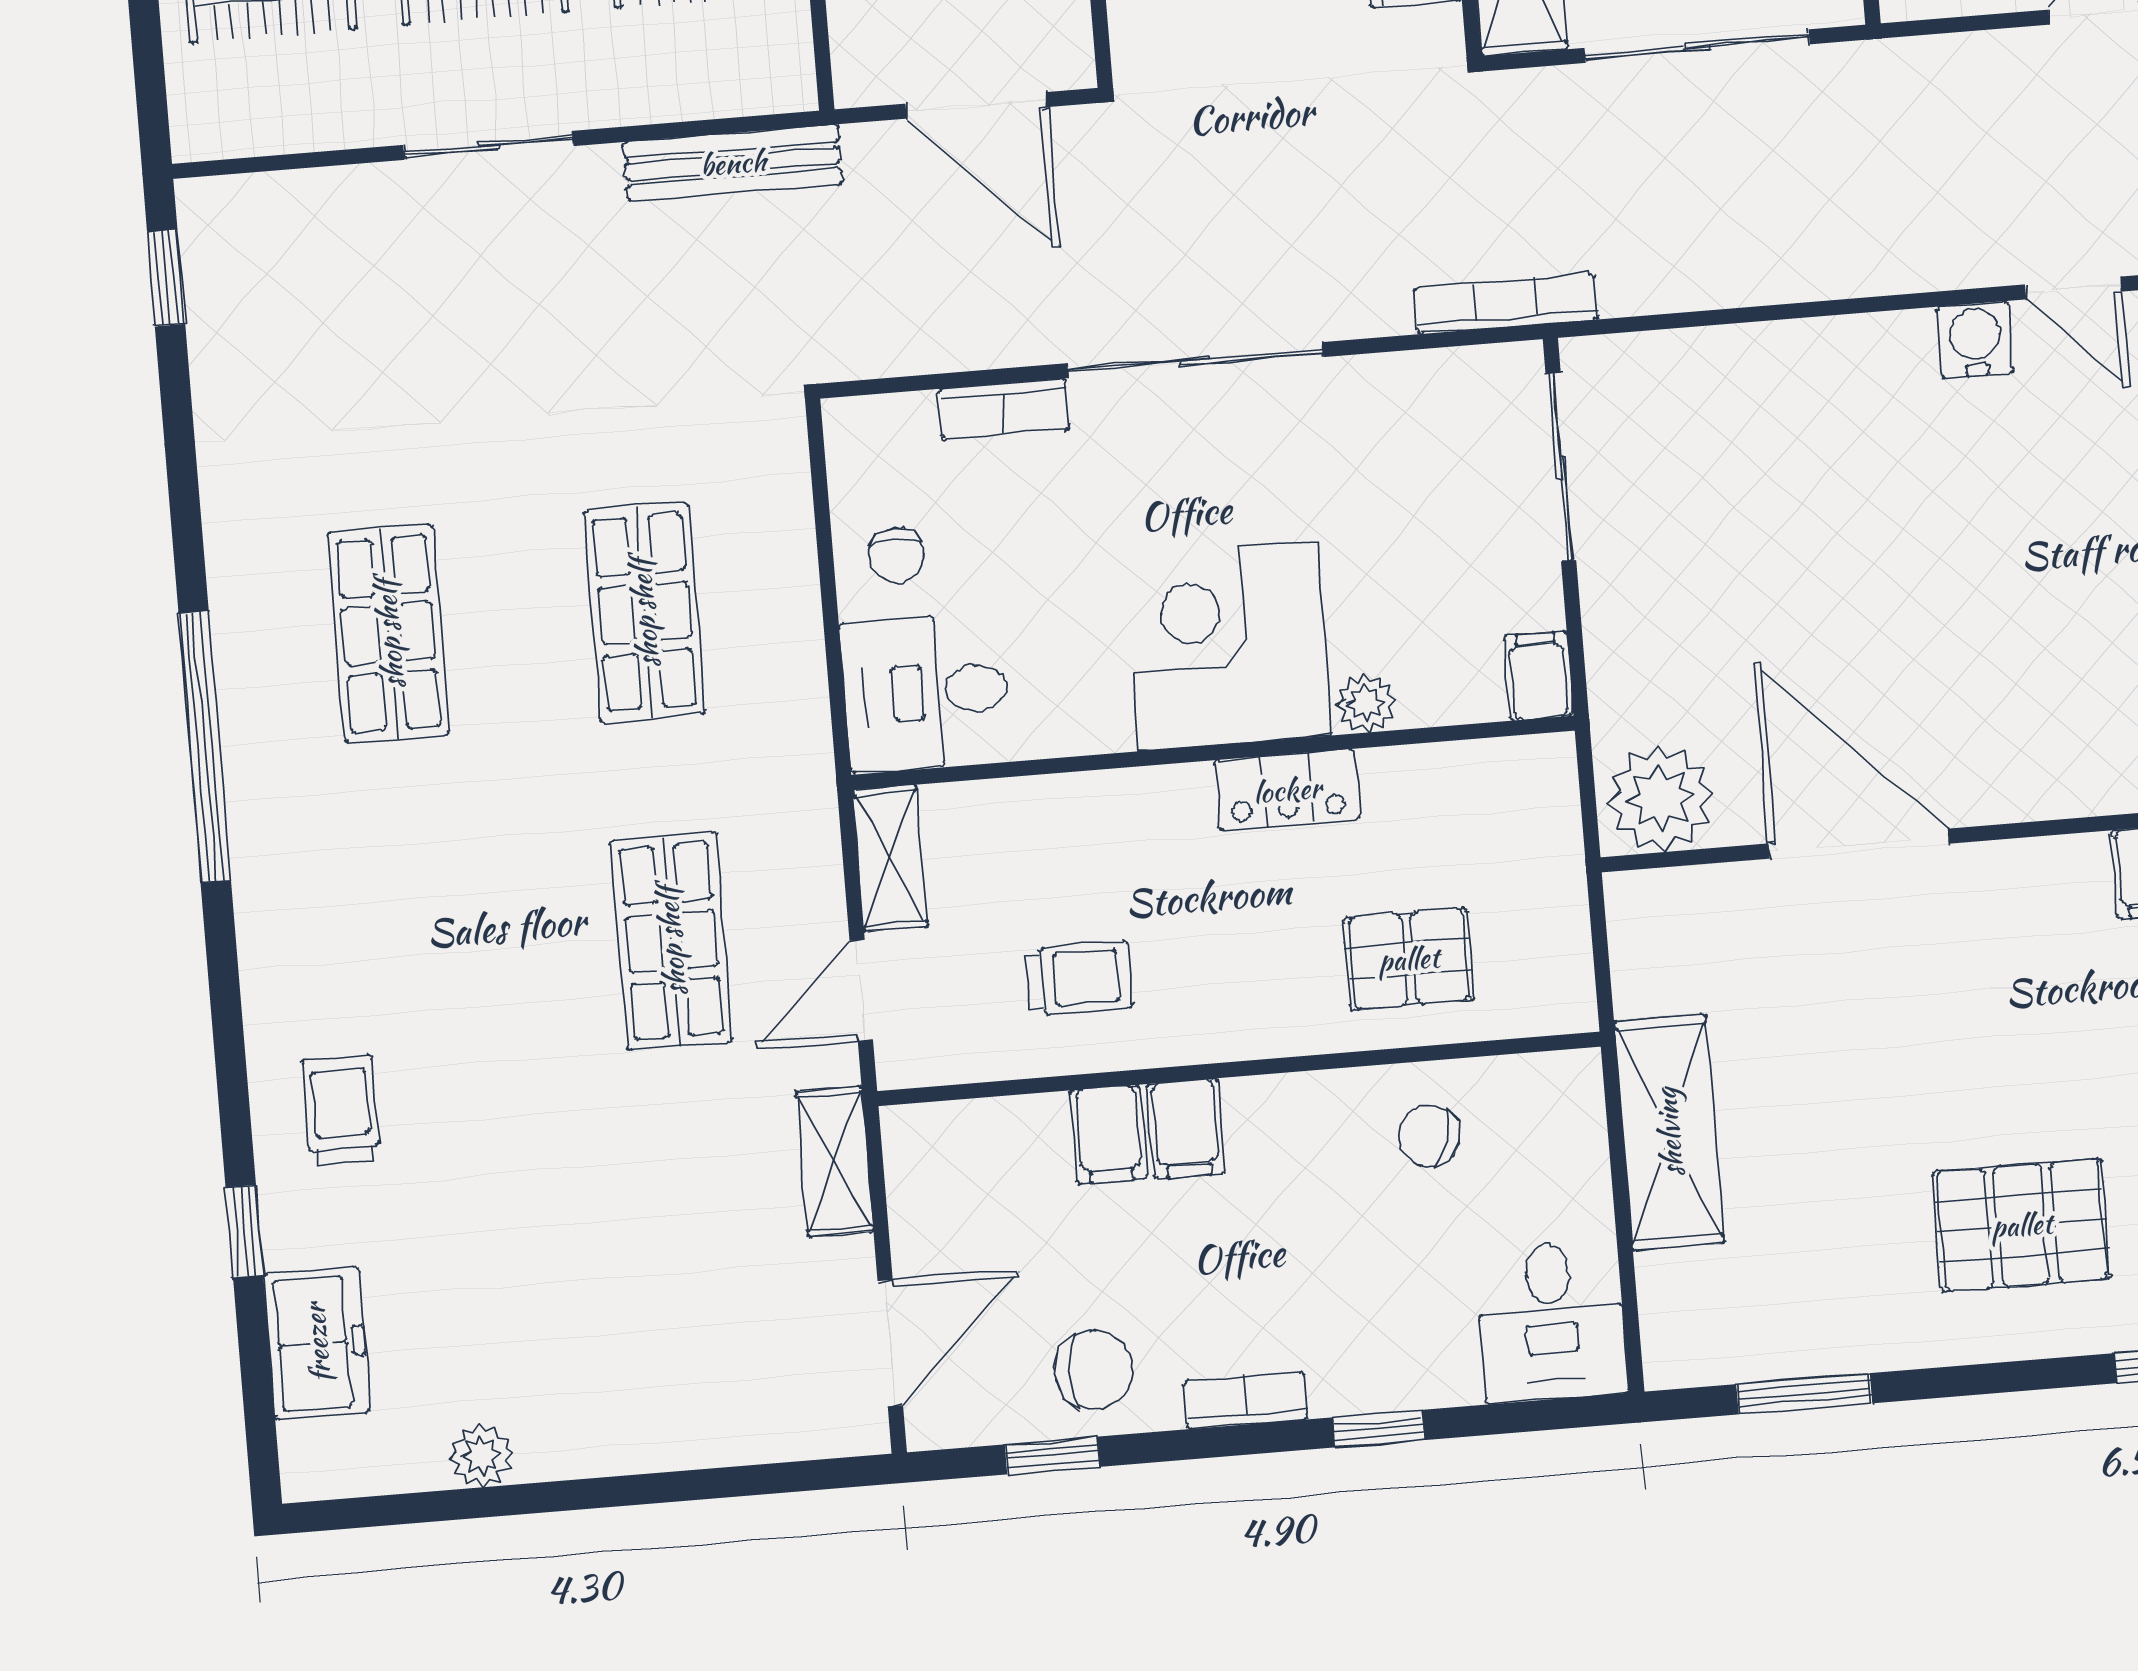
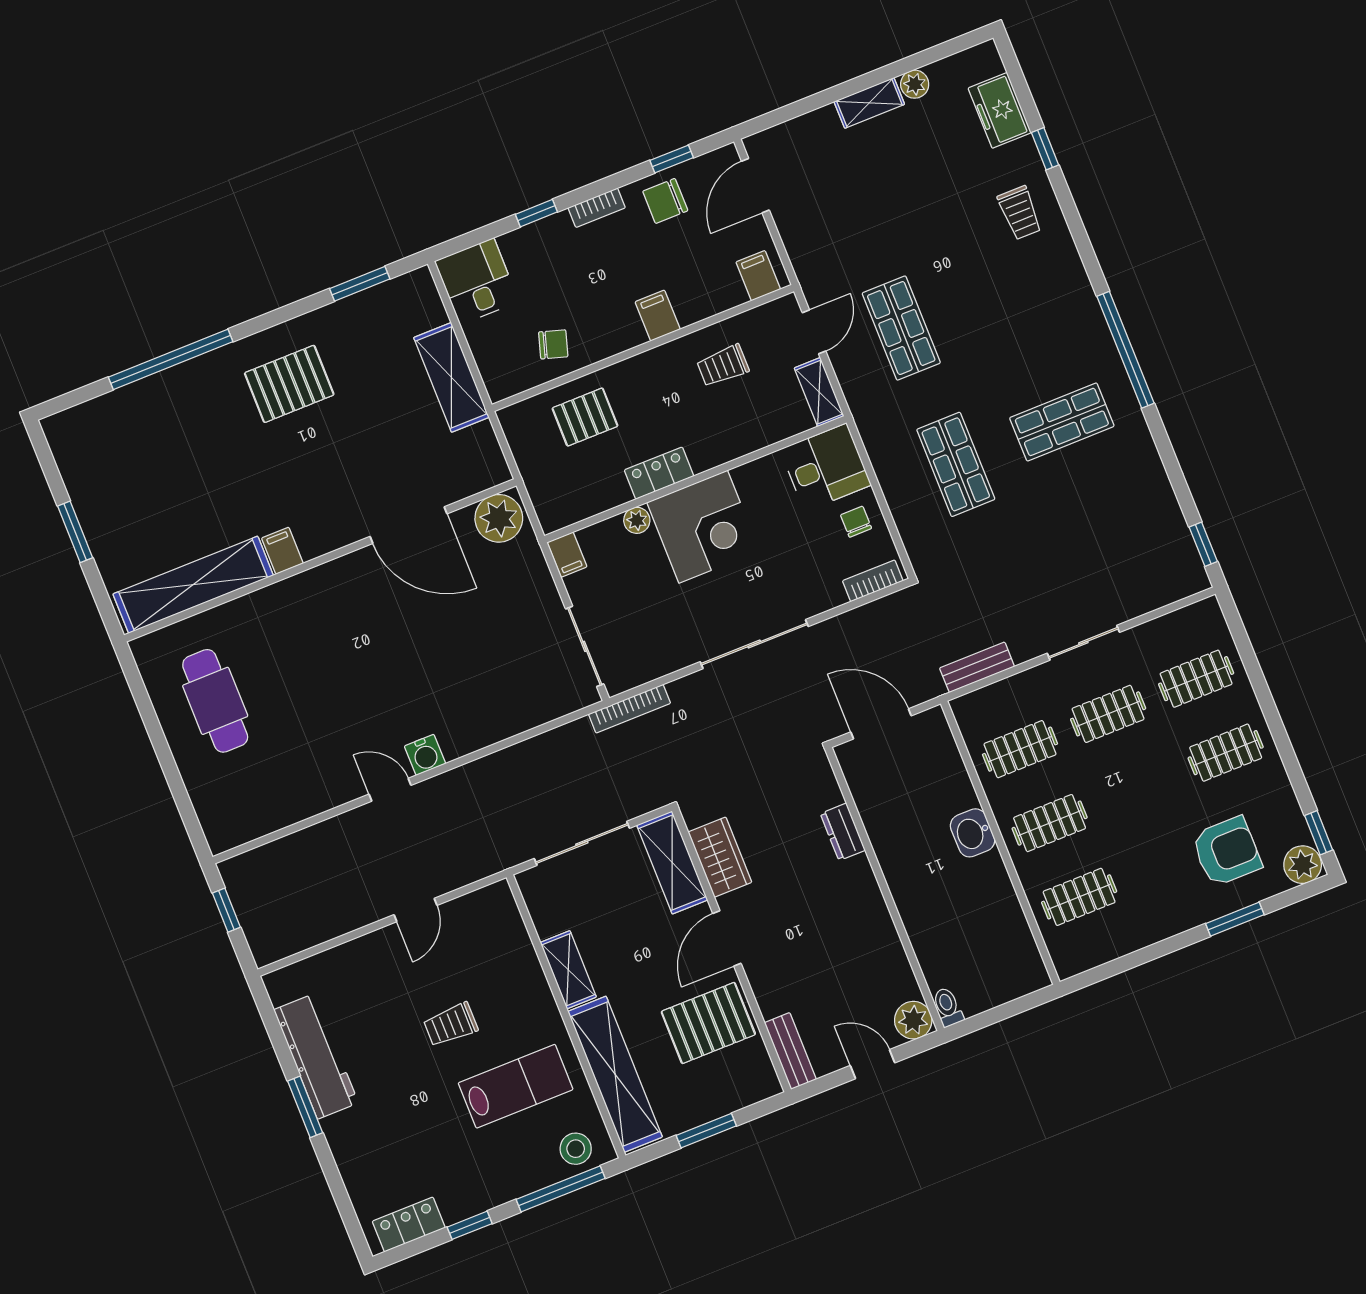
bench: (733, 163) -> (977, 667), width x0.73
bookcase: (1004, 409) -> (873, 581), moved
shop shelf: (389, 634) -> (1062, 422), turned 90
filing cabinet: (1109, 1135) -> (758, 276), moved
shelving: (835, 1161) -> (869, 103), moved, turned 90

